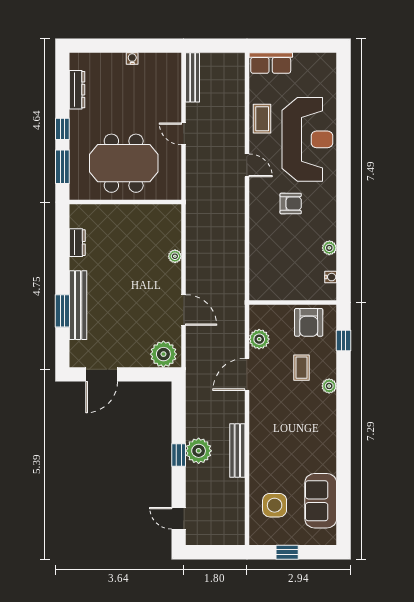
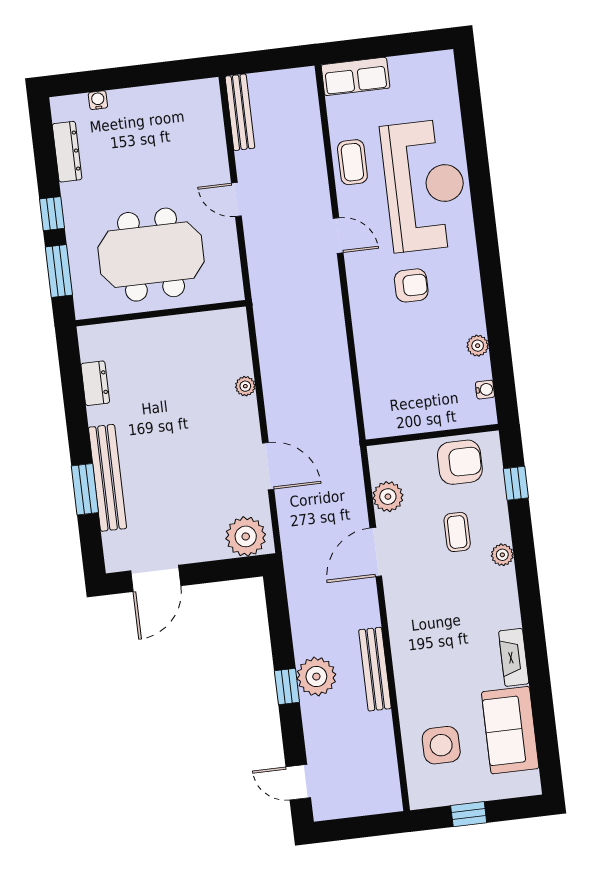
water cooler: (132, 59) -> (98, 100), moved
armchair: (309, 322) -> (460, 462), turned -90
fireplace: (329, 454) -> (514, 657), added

